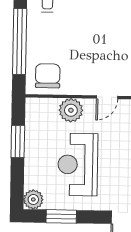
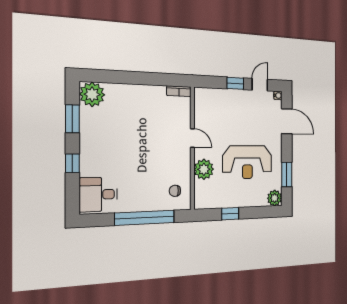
chair: (48, 76) -> (175, 191), width x0.54, depth x0.54
window: (18, 142) -> (230, 214), width x0.67

